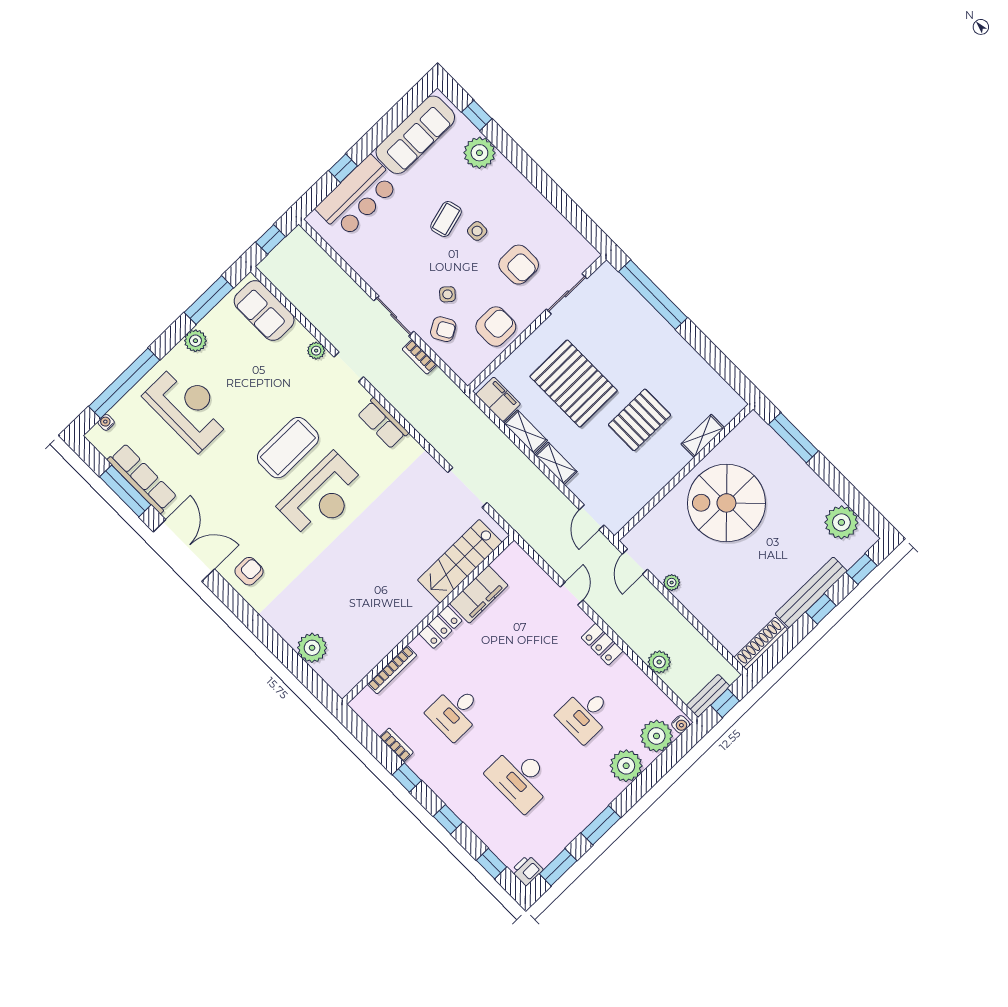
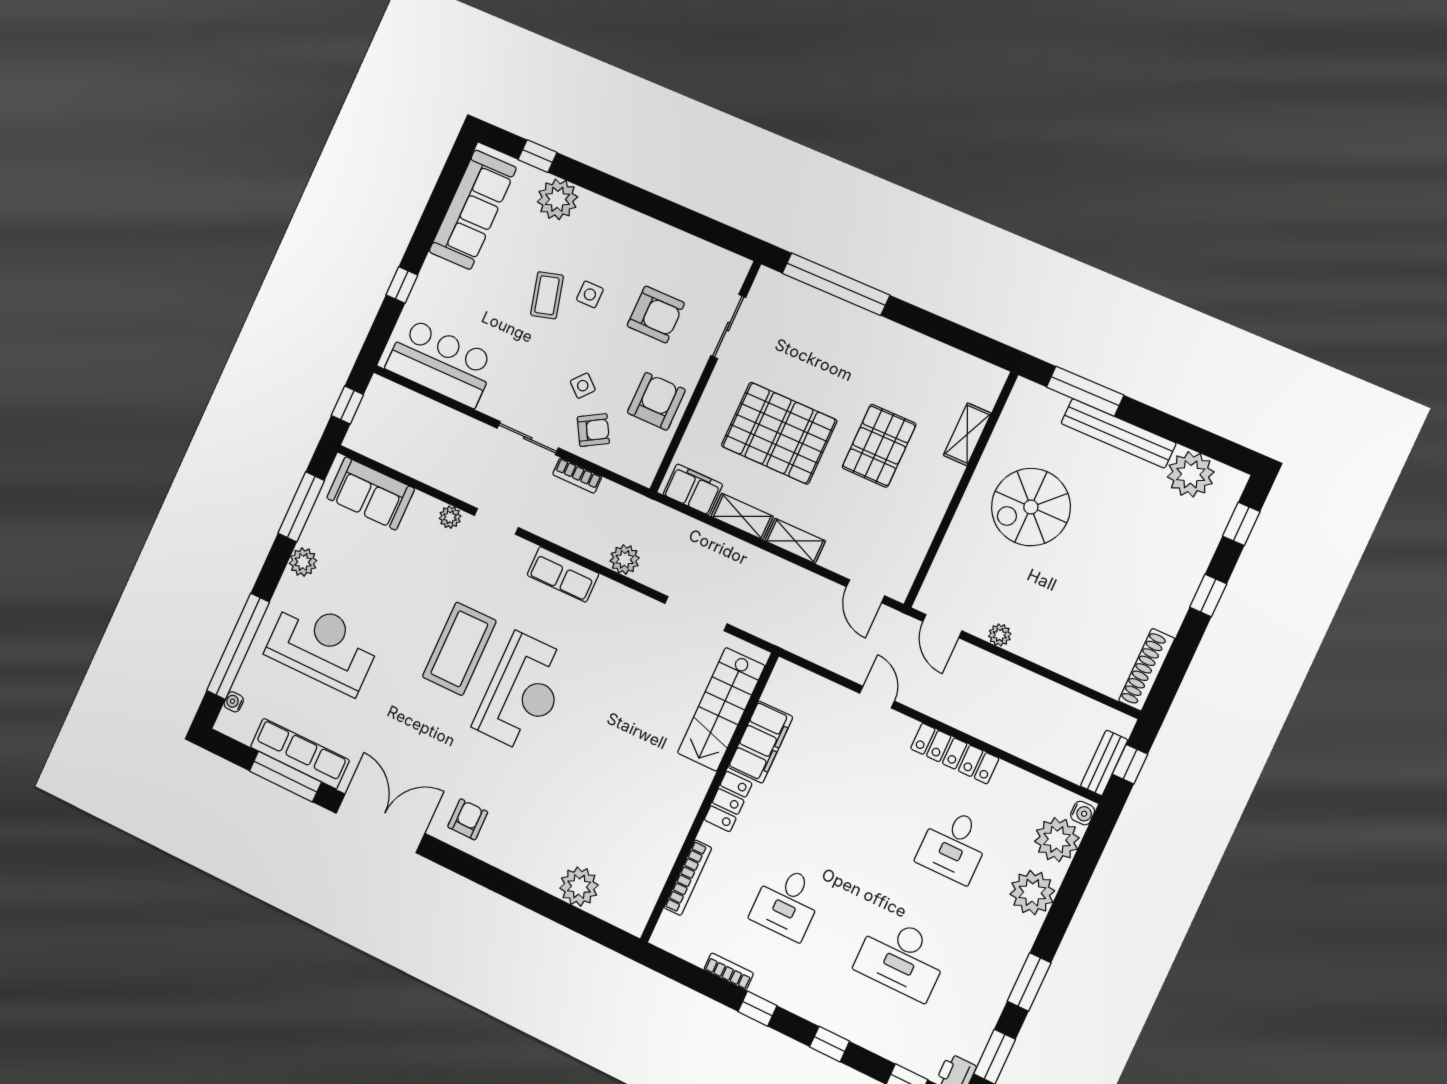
bar counter: (358, 197) -> (441, 363), moved, turned -90
spiral stairs: (726, 503) -> (1031, 507), width x0.73, depth x0.73
bench: (811, 592) -> (1118, 433), moved, turned 90
locker: (602, 644) -> (955, 753), width x1.53
plant: (659, 662) -> (625, 559), moved

